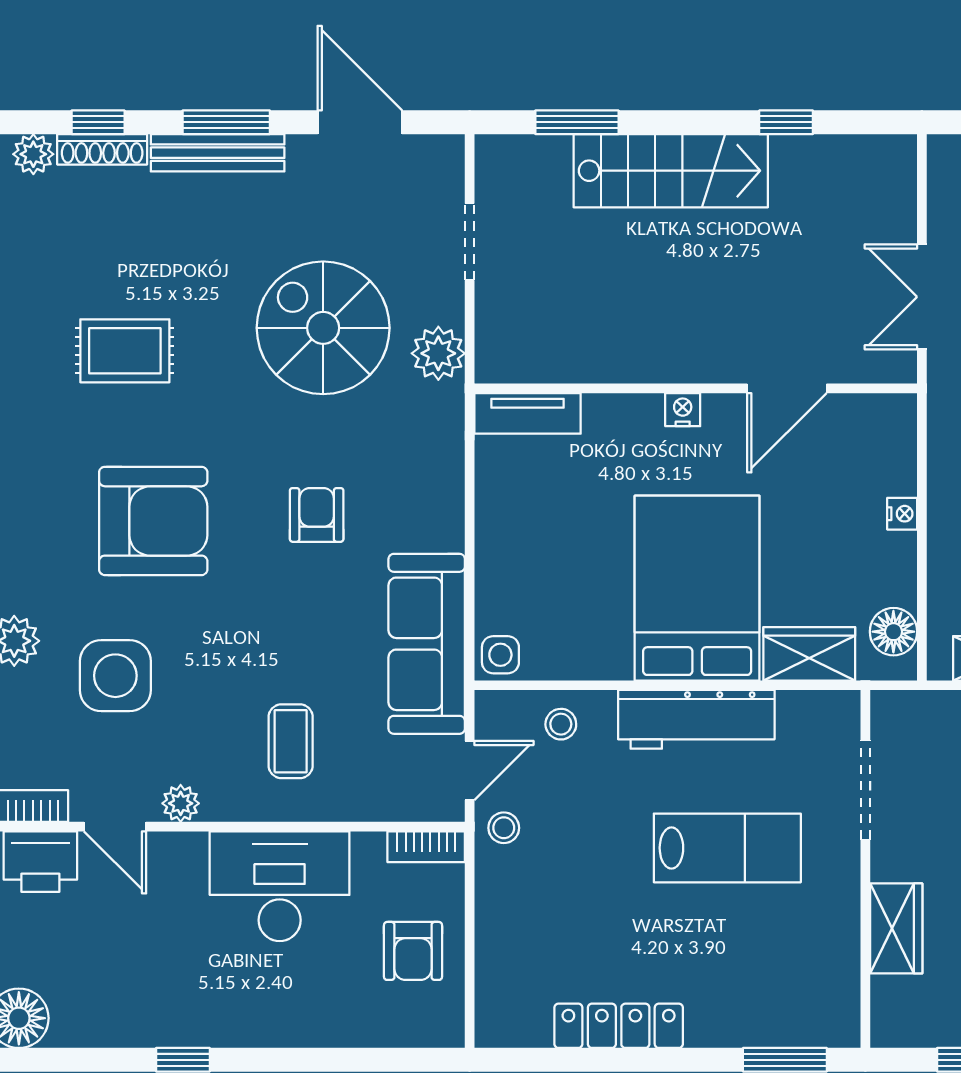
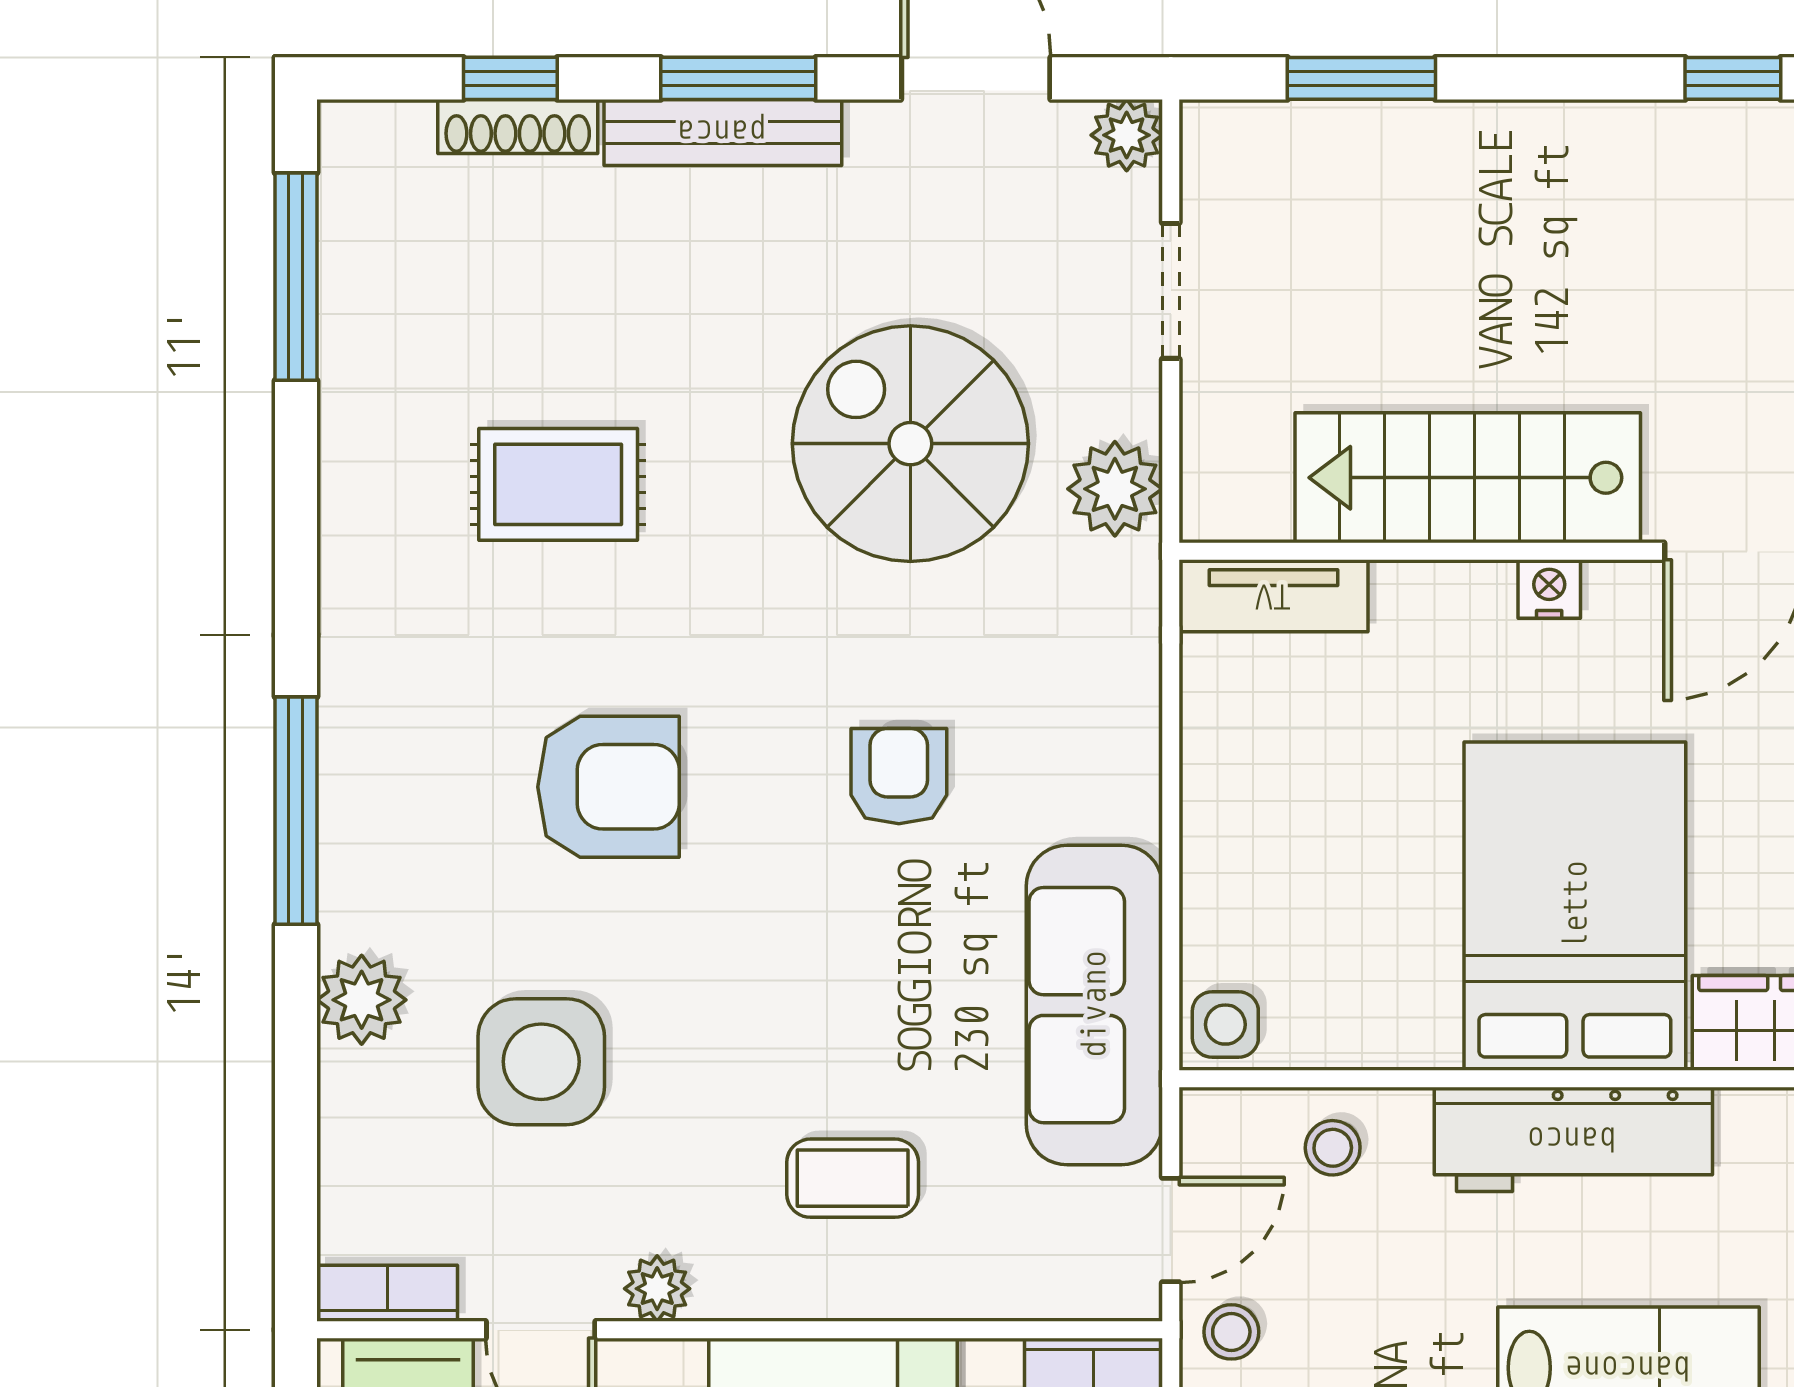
plant: (33, 154) -> (1127, 135), moved
stairs: (671, 171) -> (1468, 478), moved, turned 180
armchair: (153, 521) -> (608, 787), width x0.73, depth x0.73
coffee table: (291, 741) -> (853, 1178), turned 90

